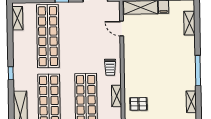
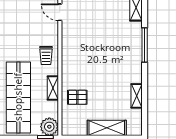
window: (198, 71) -> (145, 45), moved

